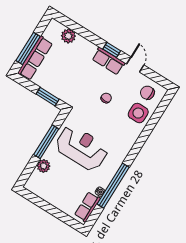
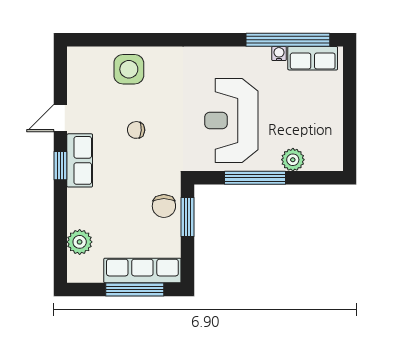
chair: (147, 93) -> (164, 206), moved
window: (113, 186) -> (288, 40), moved

